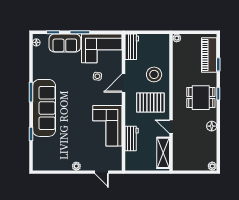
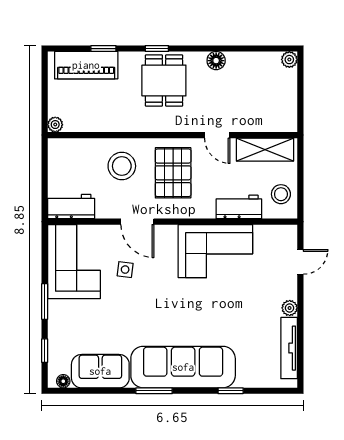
sofa: (65, 43) -> (100, 371), moved, turned -90
door: (171, 127) -> (217, 135), hinge flipped
stool: (139, 162) -> (281, 194), added
tv unit: (54, 166) -> (289, 348), added

